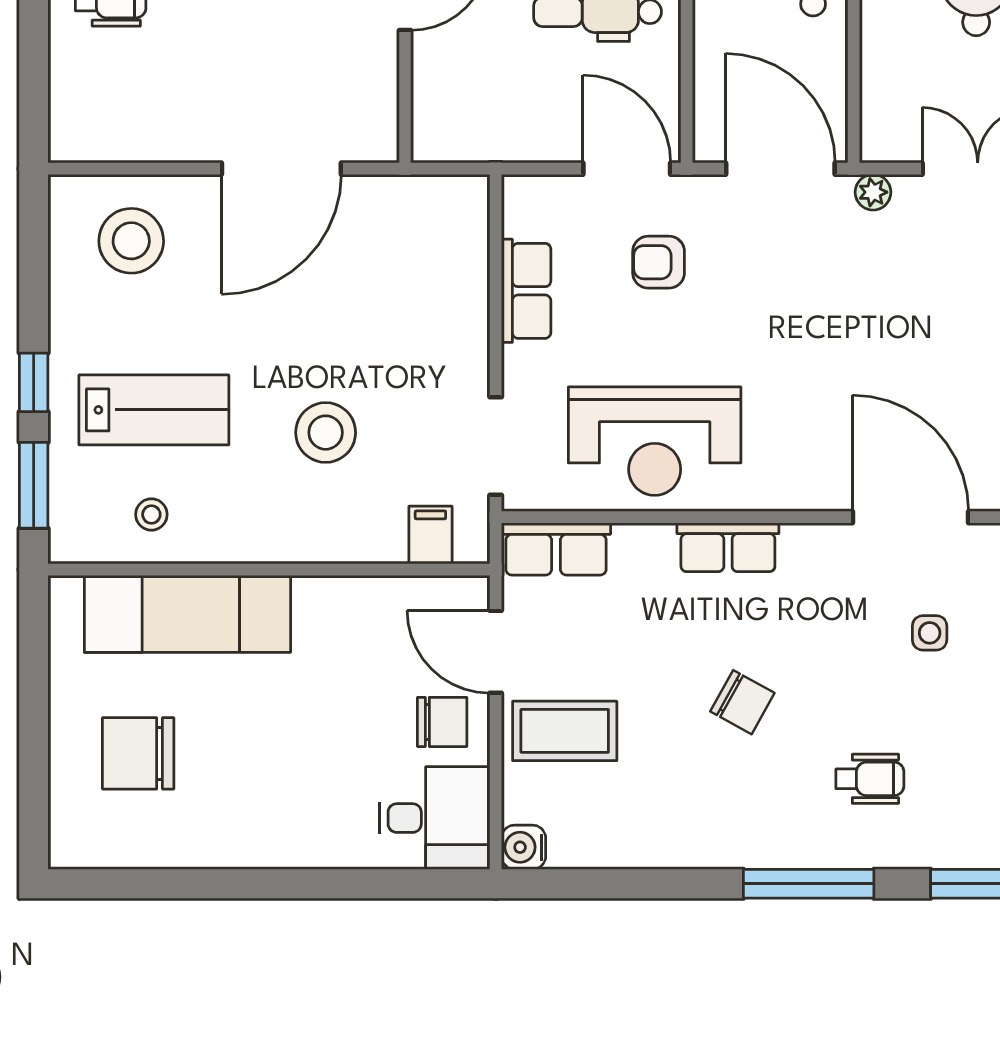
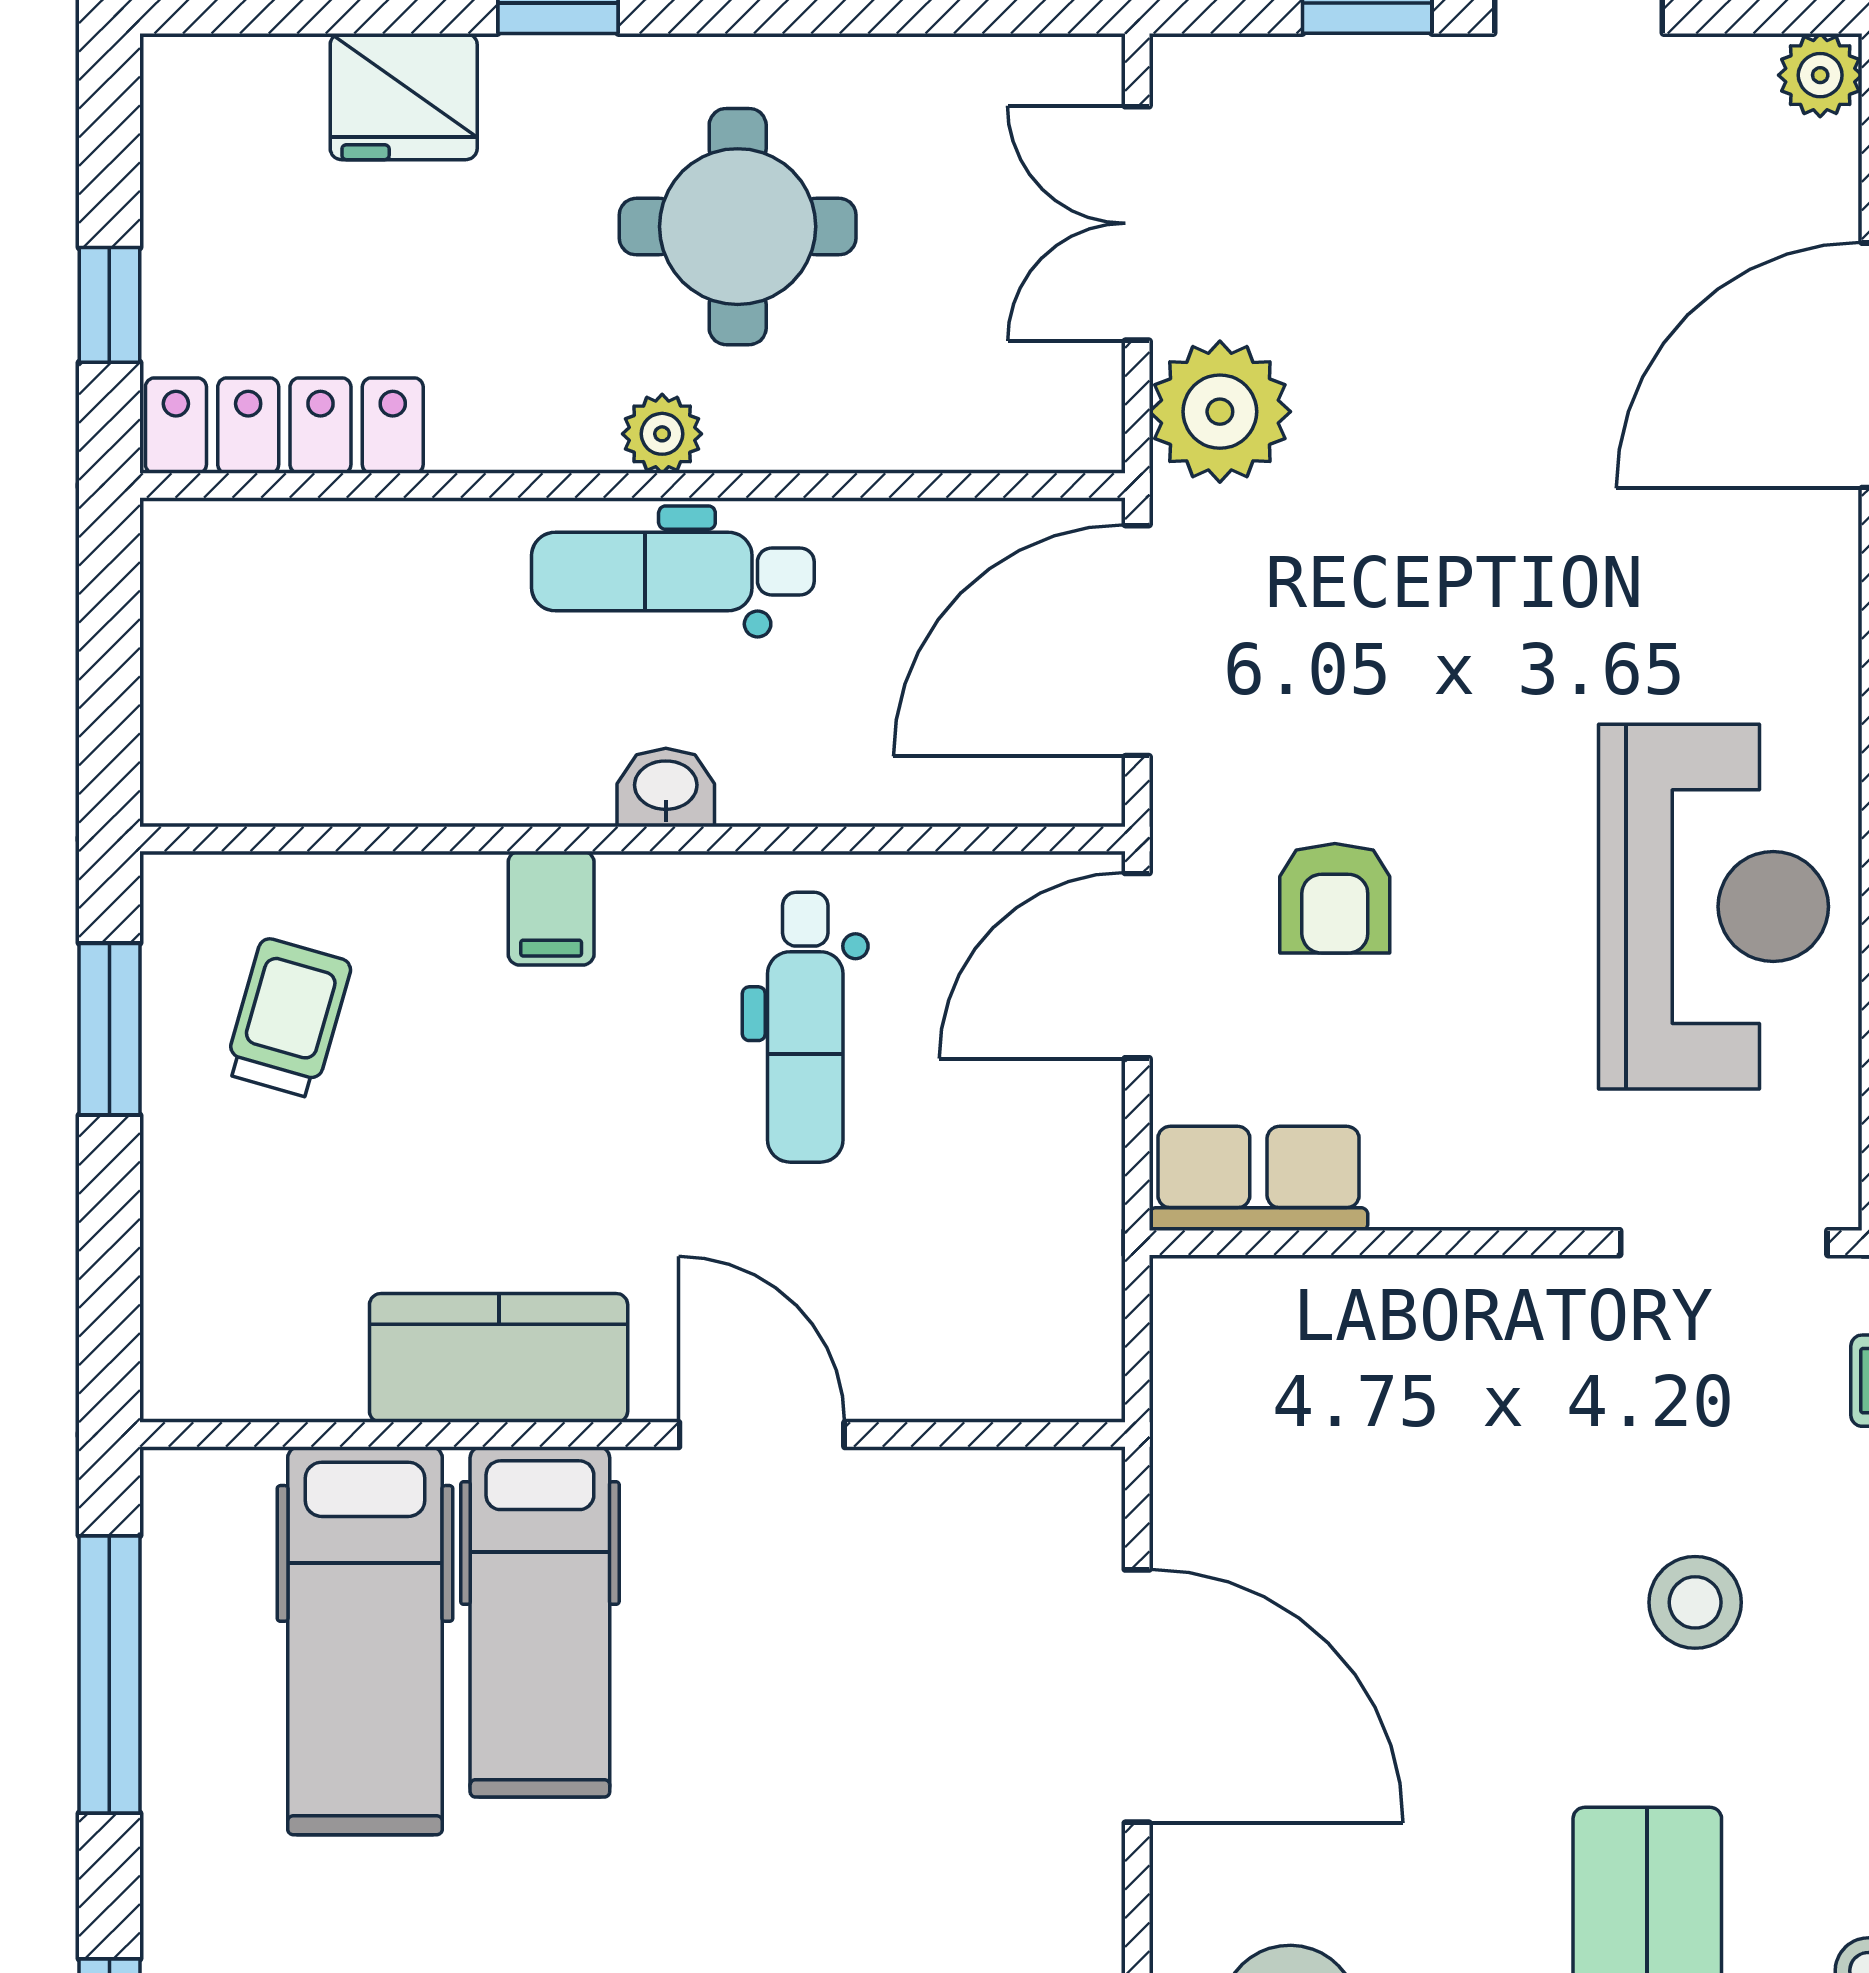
plant: (873, 192) -> (1220, 412), width x1.88, depth x1.88
row of seats: (526, 291) -> (1258, 1178), moved
stool: (326, 433) -> (1695, 1602), width x0.73, depth x0.73

